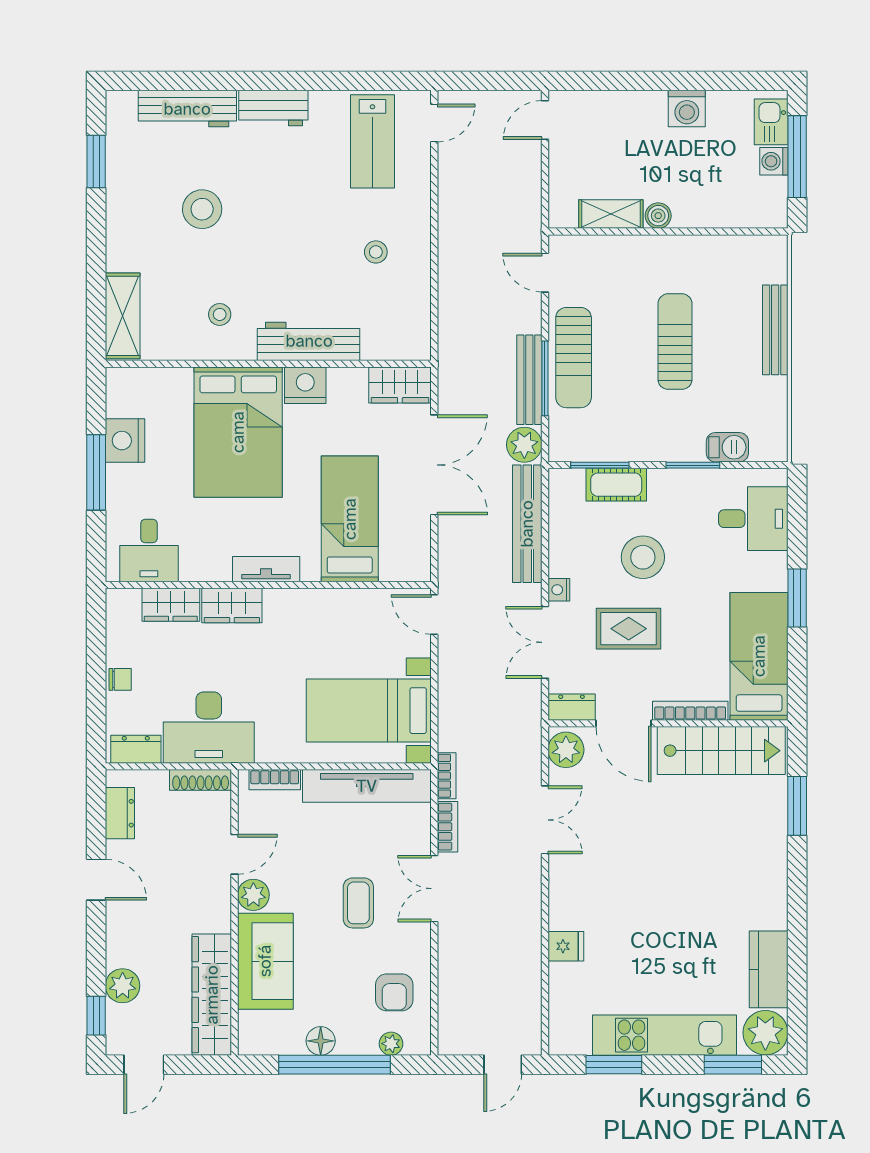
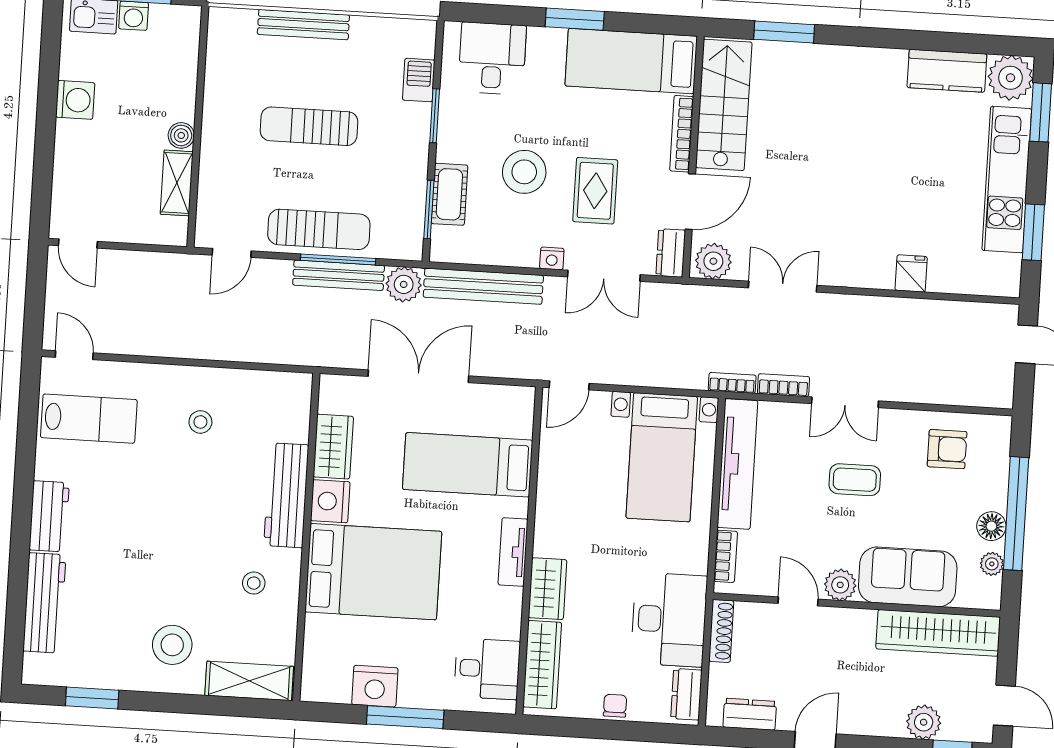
stool: (202, 209) -> (172, 645), moved
wardrobe: (400, 385) -> (333, 447), moved
wardrobe: (171, 605) -> (542, 665), width x1.50
plant: (391, 1044) -> (992, 564), moved

